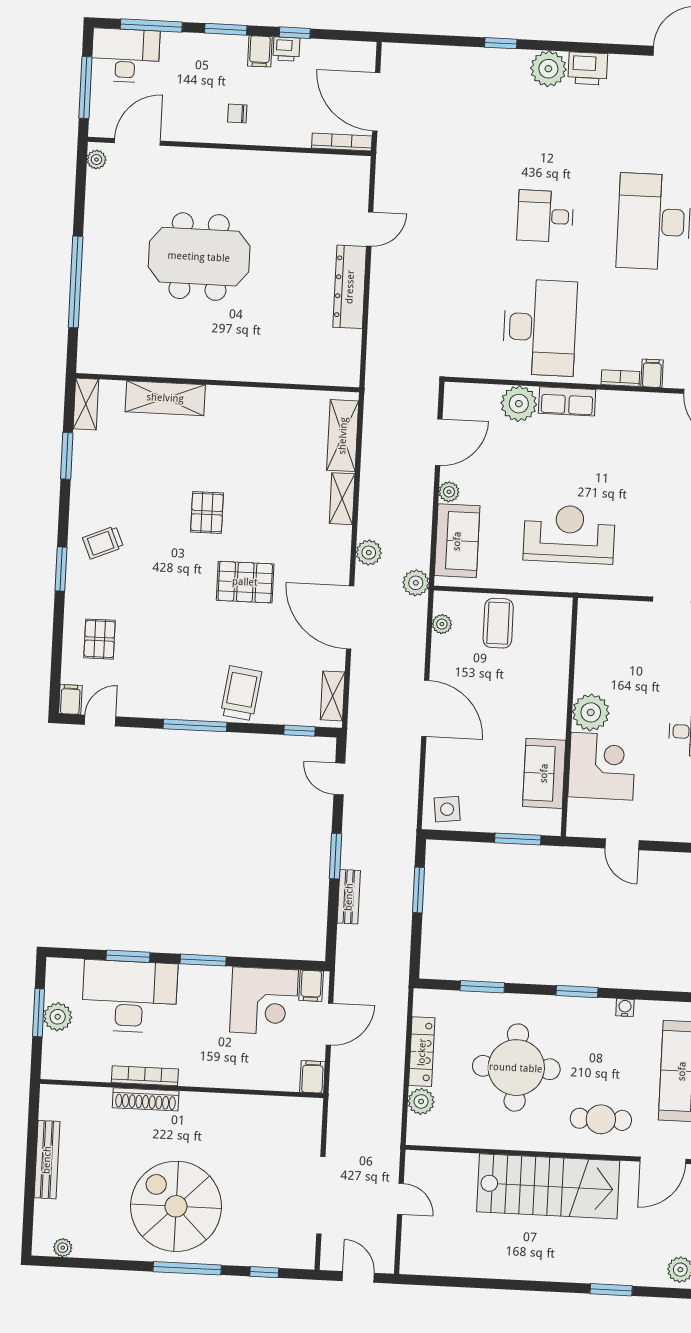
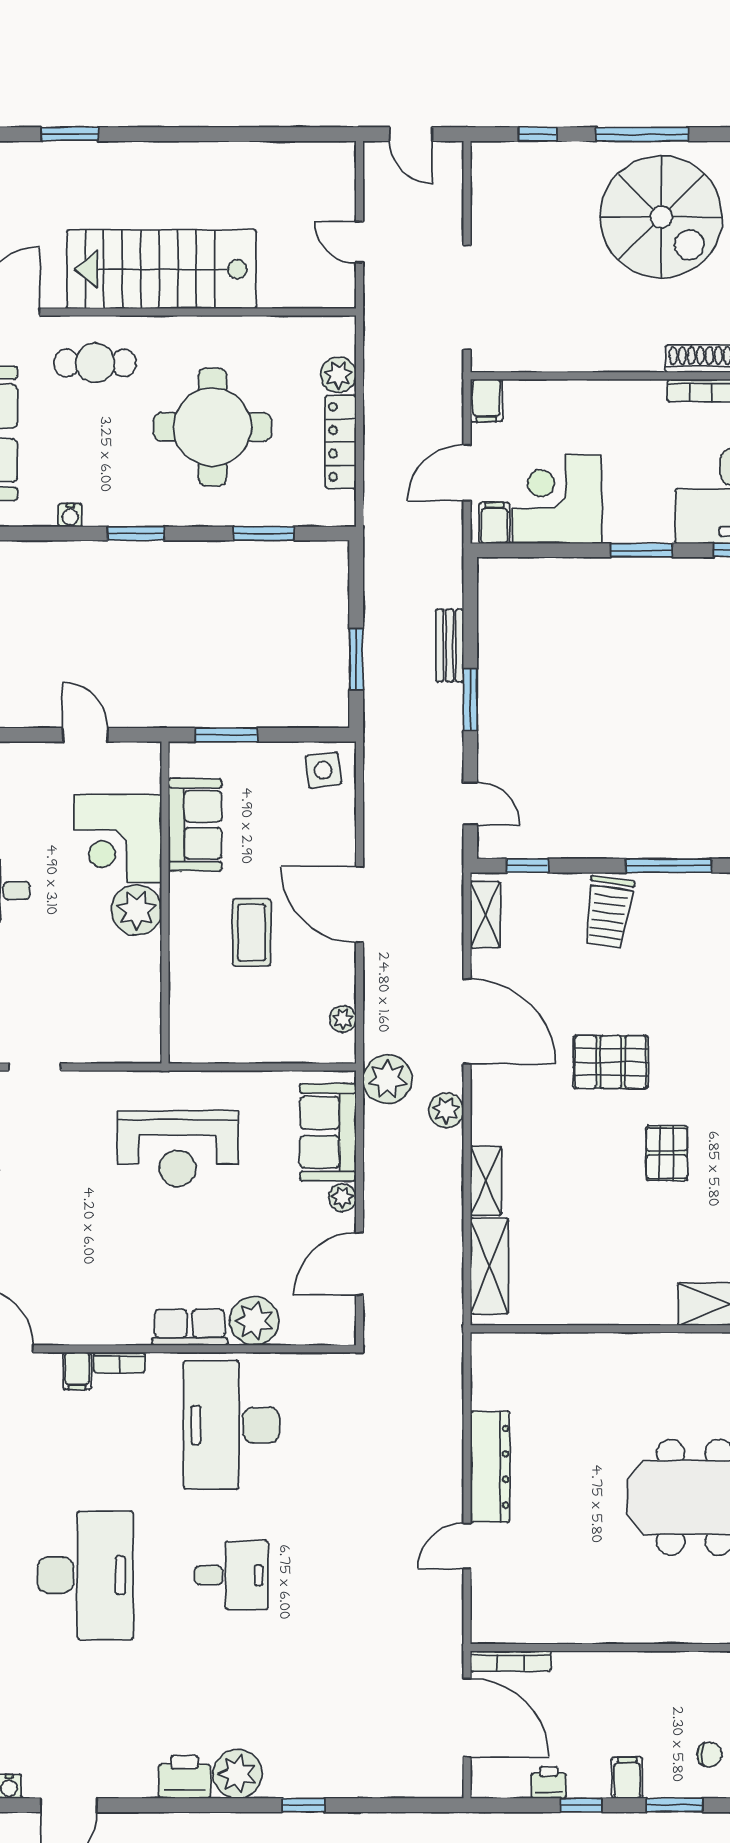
printer: (286, 49) -> (549, 1783), moved
chair: (237, 114) -> (709, 1754), moved
plant: (416, 583) -> (387, 1079), width x1.36, depth x1.36
coffee table: (498, 623) -> (252, 932), moved
doorway: (321, 1195) -> (467, 297), moved

